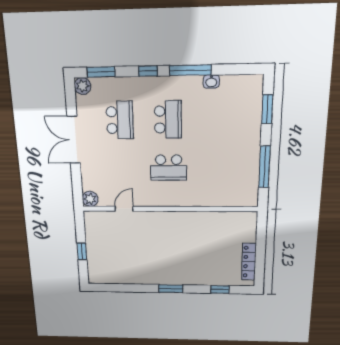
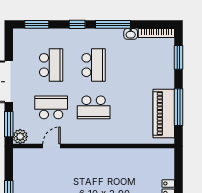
bookcase: (242, 80) -> (156, 33), added
plant: (82, 86) -> (20, 36), removed
school desk: (122, 168) -> (51, 107), added
piano: (247, 174) -> (164, 114), added
window: (77, 186) -> (9, 124), added

